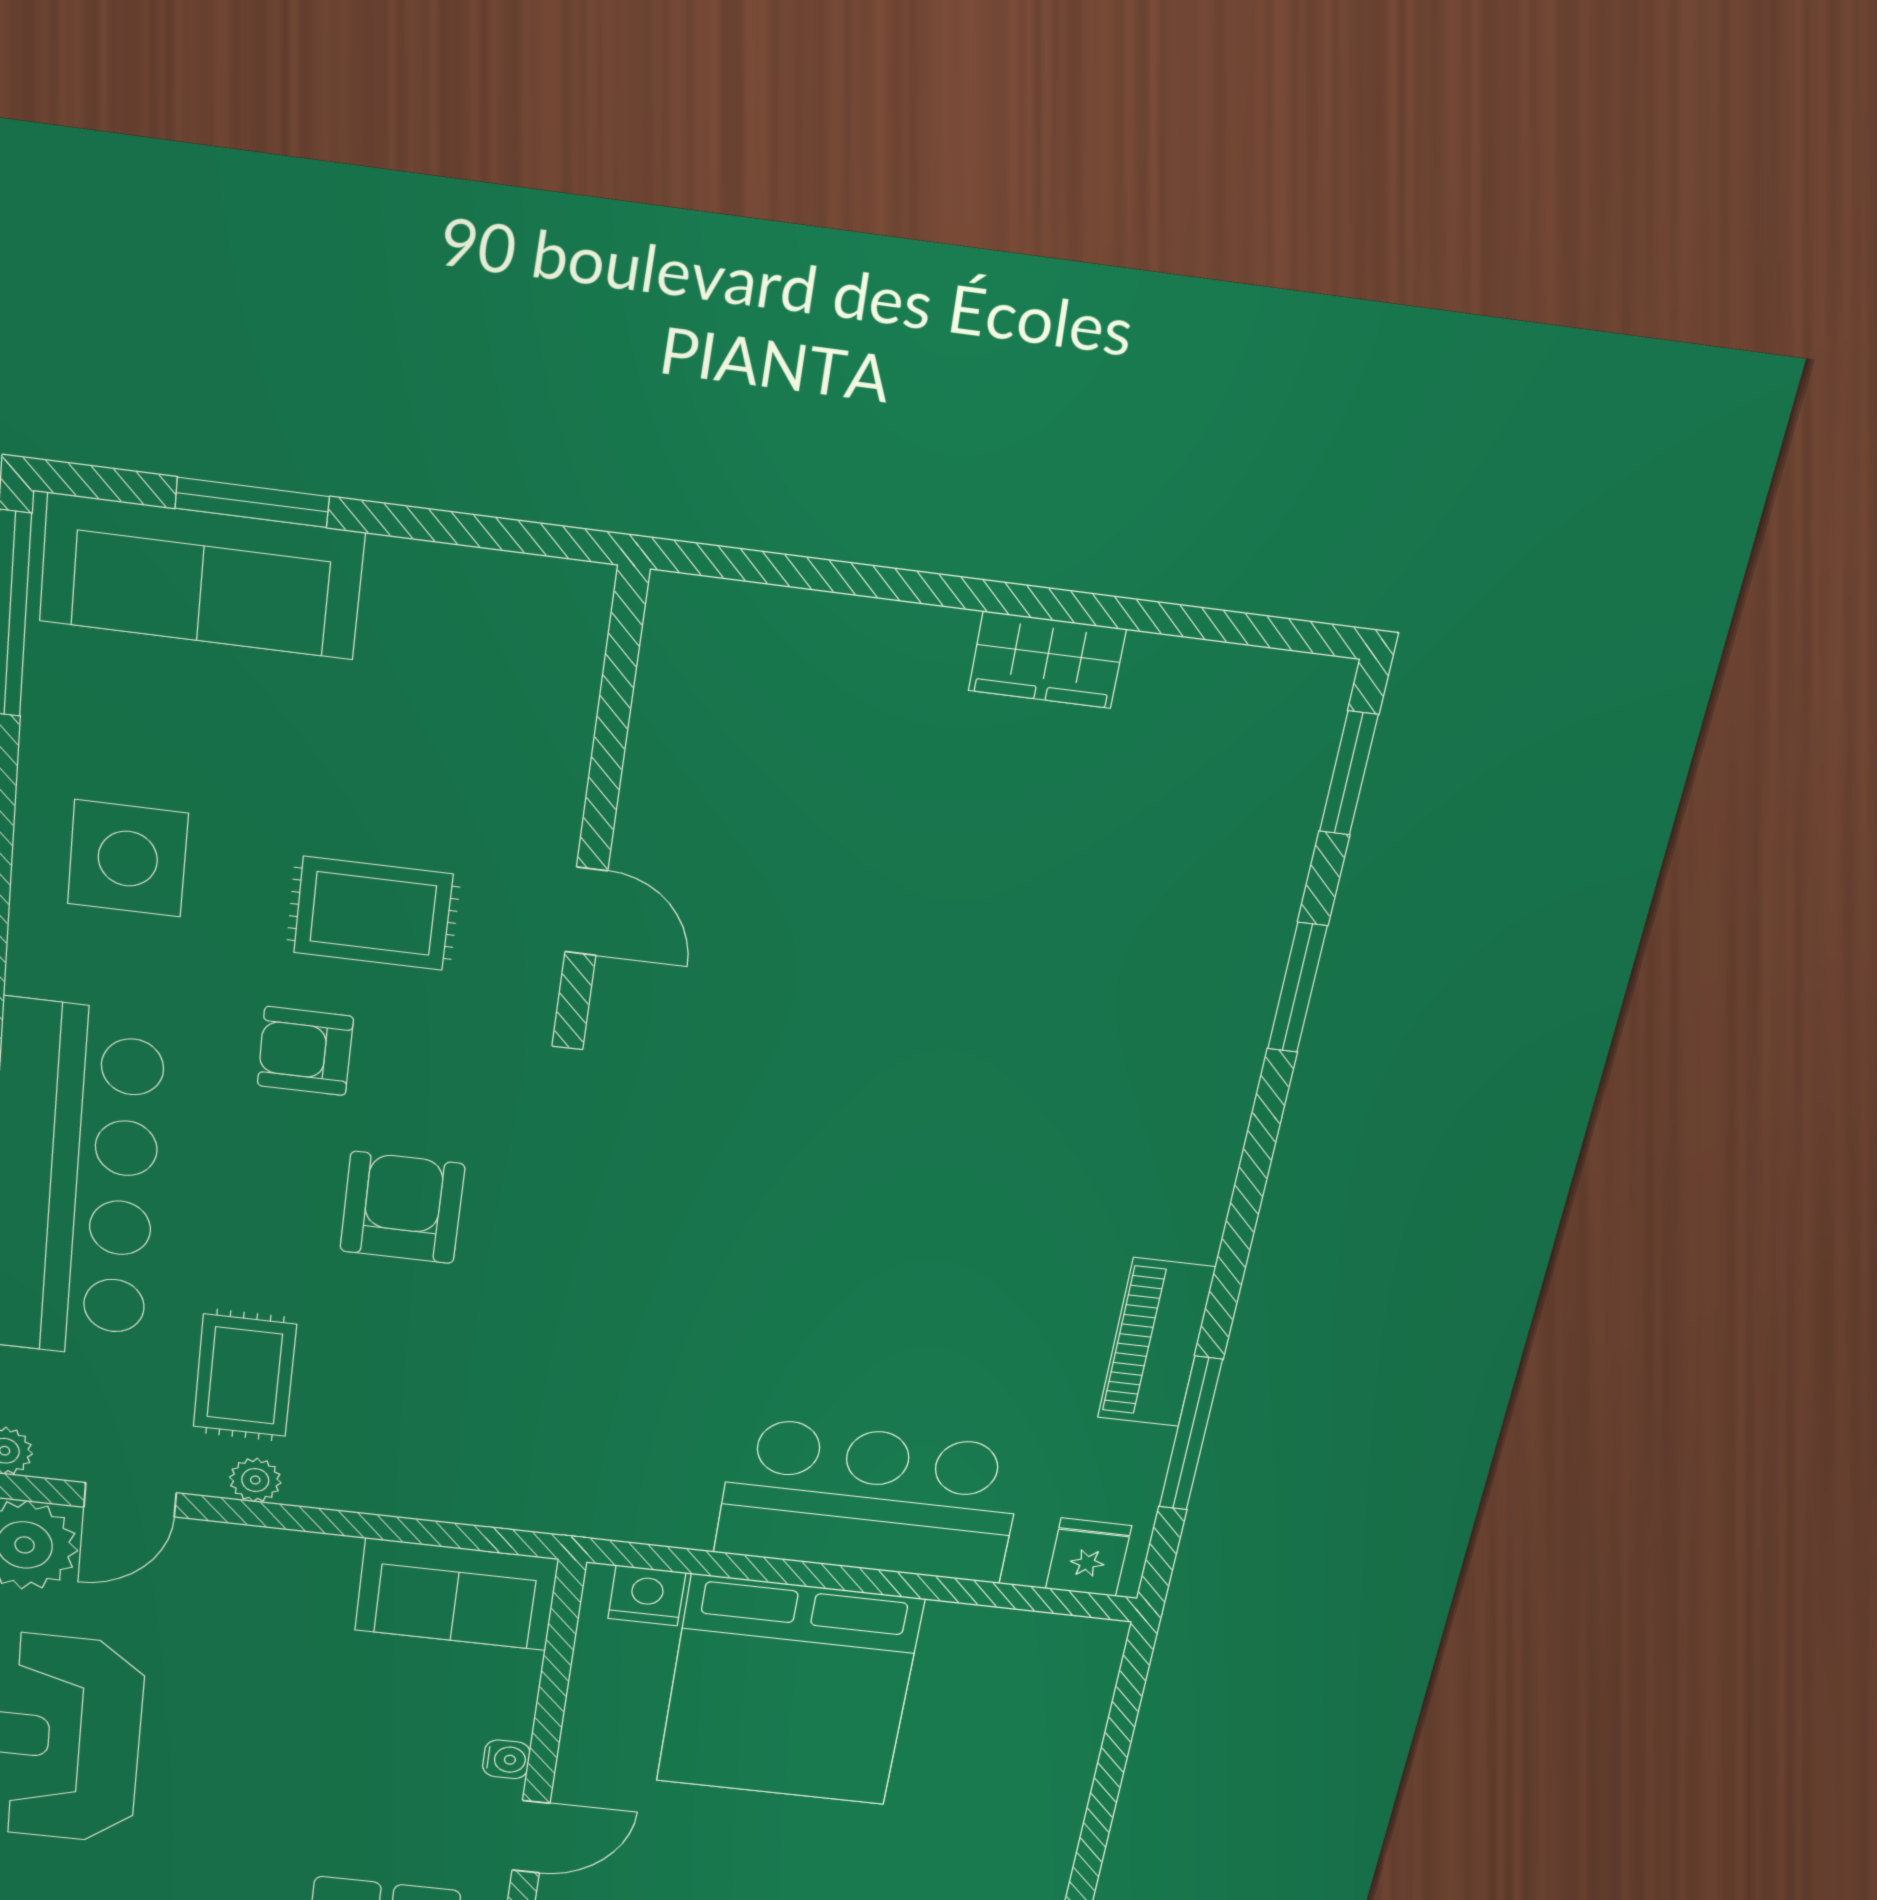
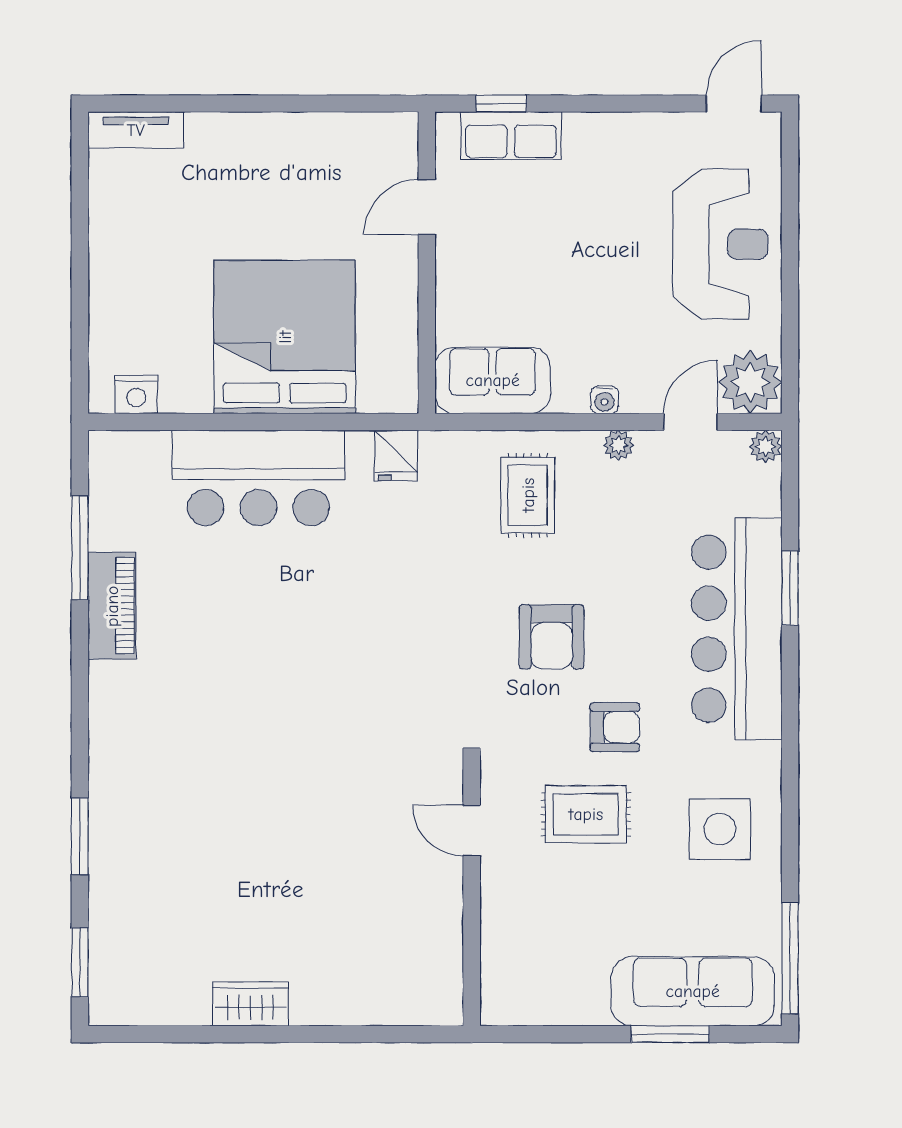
rug: (245, 1375) -> (528, 495), moved
fridge: (1088, 1557) -> (396, 455), moved
nightstand: (647, 1595) -> (136, 394), moved
water cooler: (506, 1759) -> (605, 400), moved, turned -90

